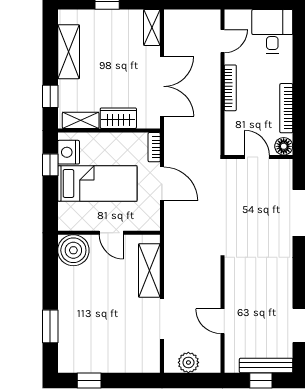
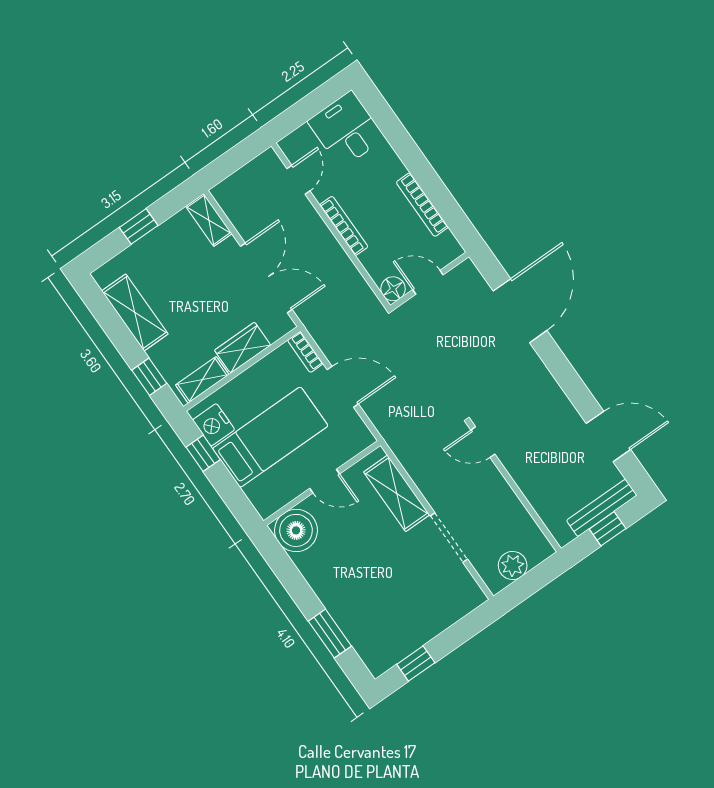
floor lamp: (284, 146) -> (393, 289), moved
door: (223, 321) -> (483, 442), moved

